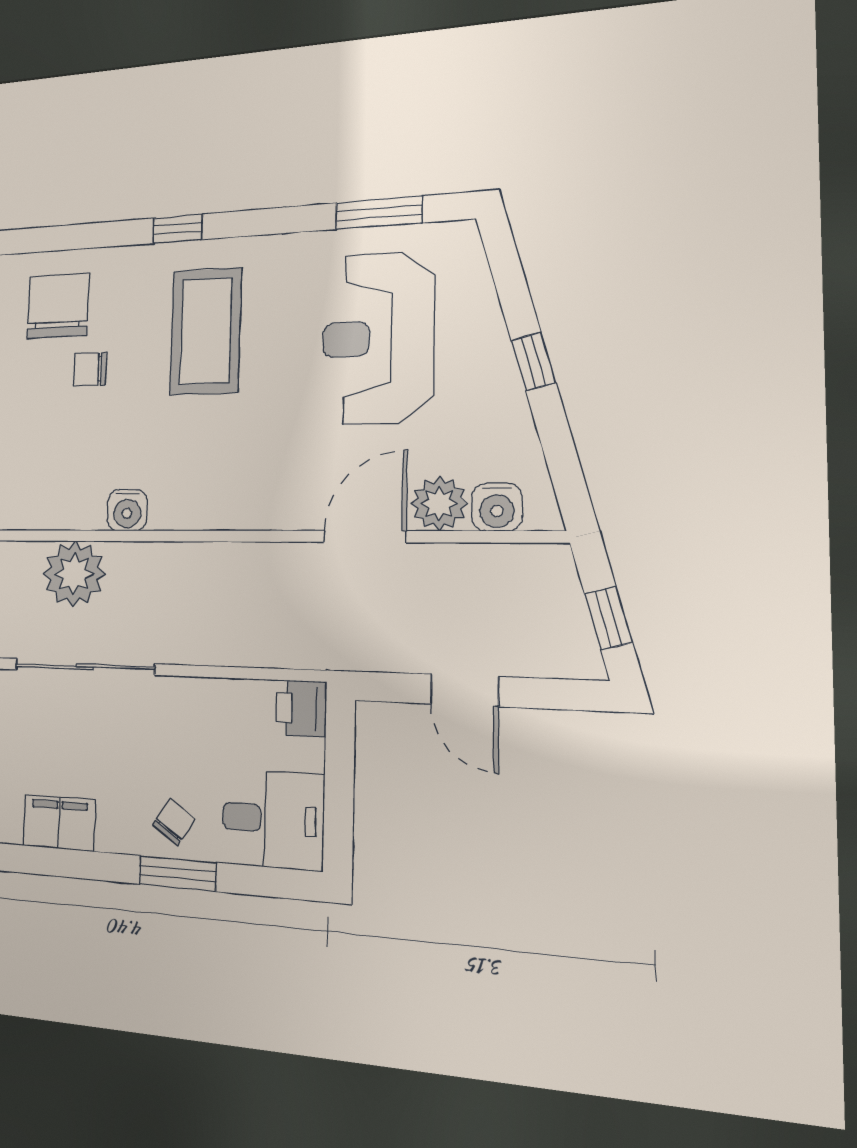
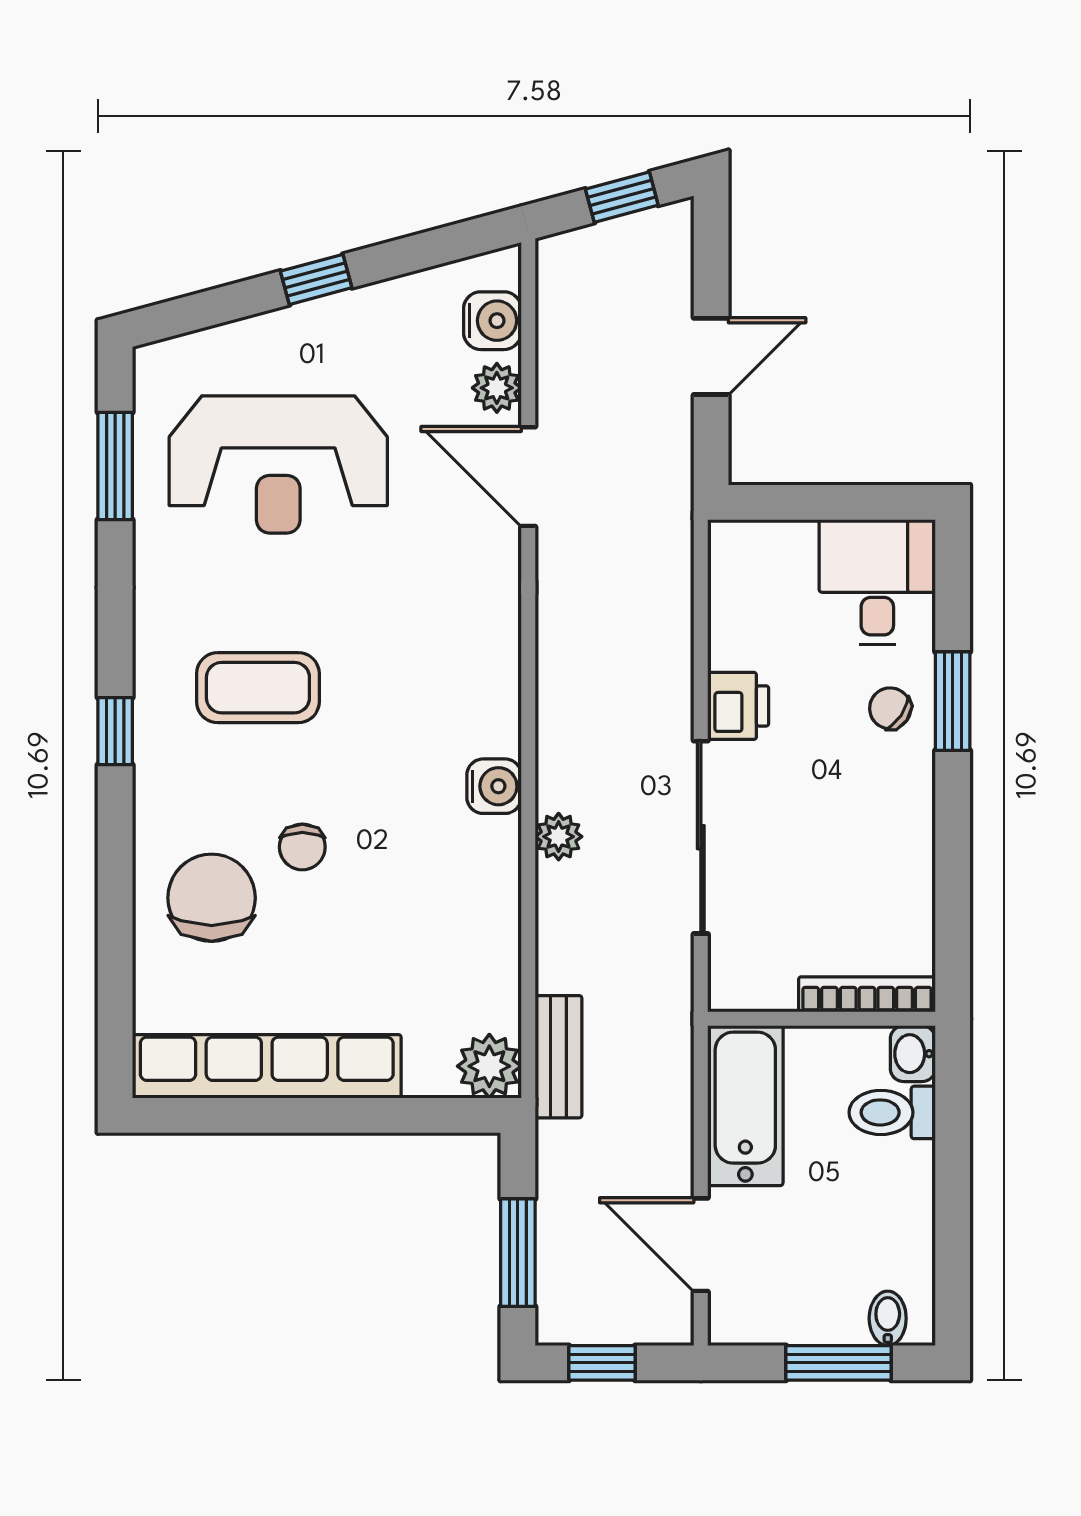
chair: (58, 306) -> (212, 898), turned 90
coffee table: (206, 331) -> (258, 688), width x0.73, depth x0.76
plant: (439, 503) -> (497, 388), width x0.73, depth x0.73
plant: (74, 574) -> (559, 837), width x0.53, depth x0.53
printer: (302, 708) -> (738, 706), moved, turned -90
filing cabinet: (59, 823) -> (903, 863), removed

